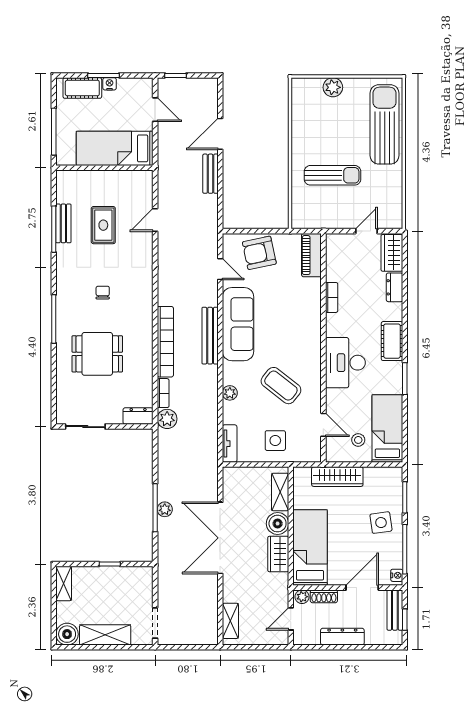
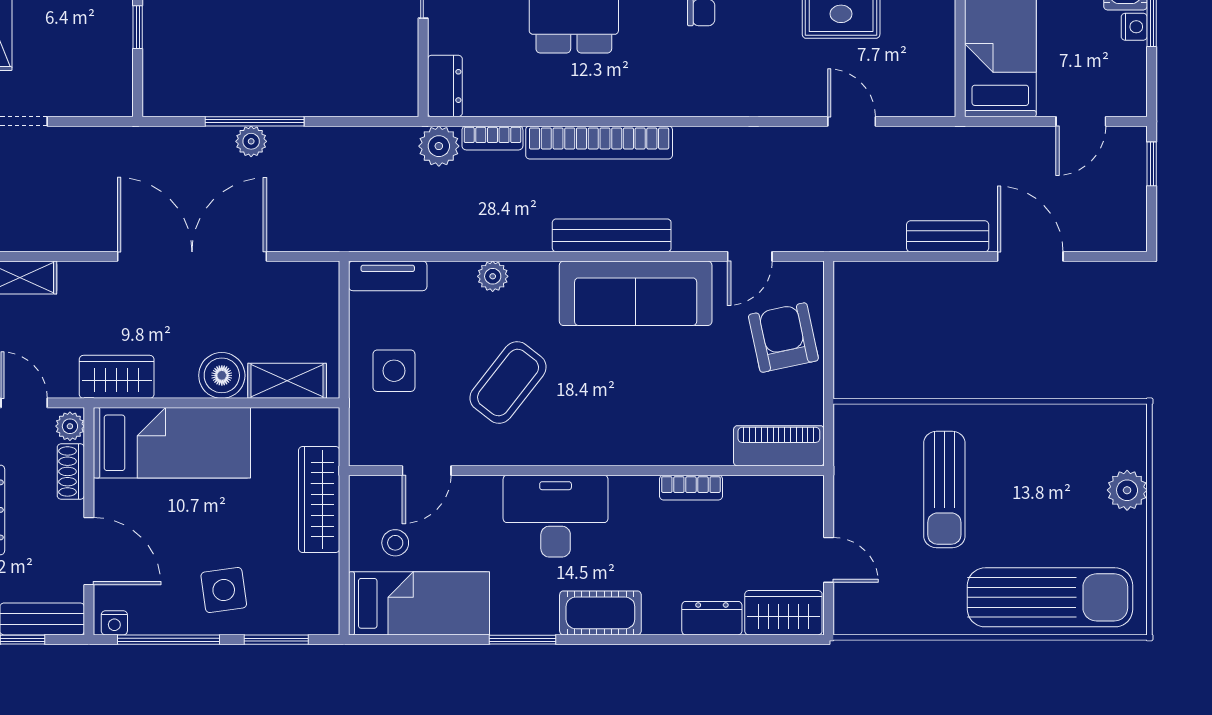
wardrobe: (278, 554) -> (117, 377), moved

